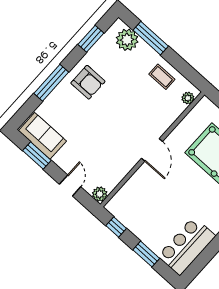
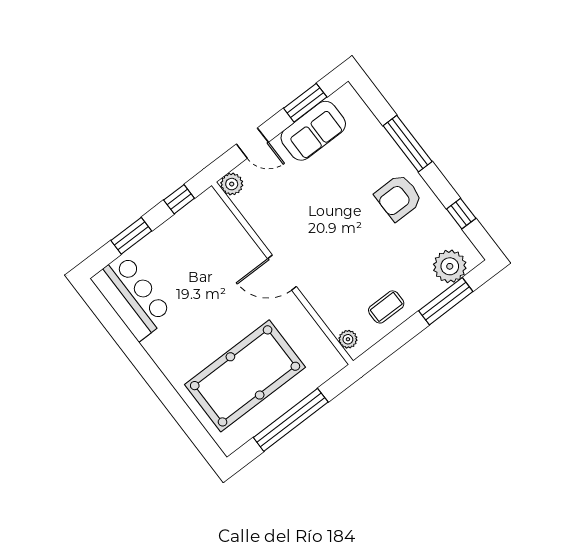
window: (91, 39) -> (461, 214), width x0.67
sofa: (42, 136) -> (313, 131), moved

